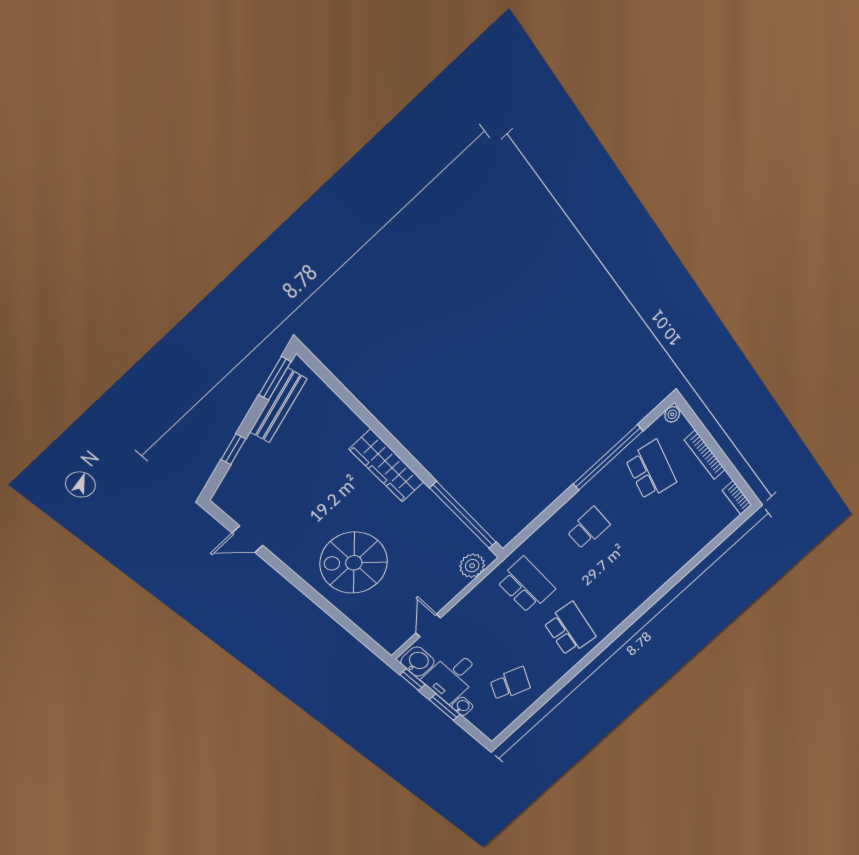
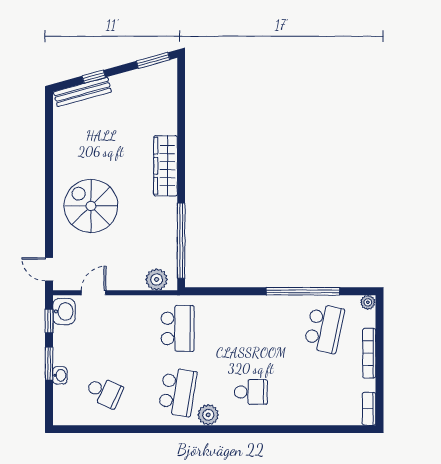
bench: (278, 405) -> (82, 92), moved
school desk: (588, 528) -> (251, 392), moved
door: (247, 539) -> (49, 269), moved
plant: (609, 622) -> (208, 415), added
desk: (452, 677) -> (74, 346), removed

